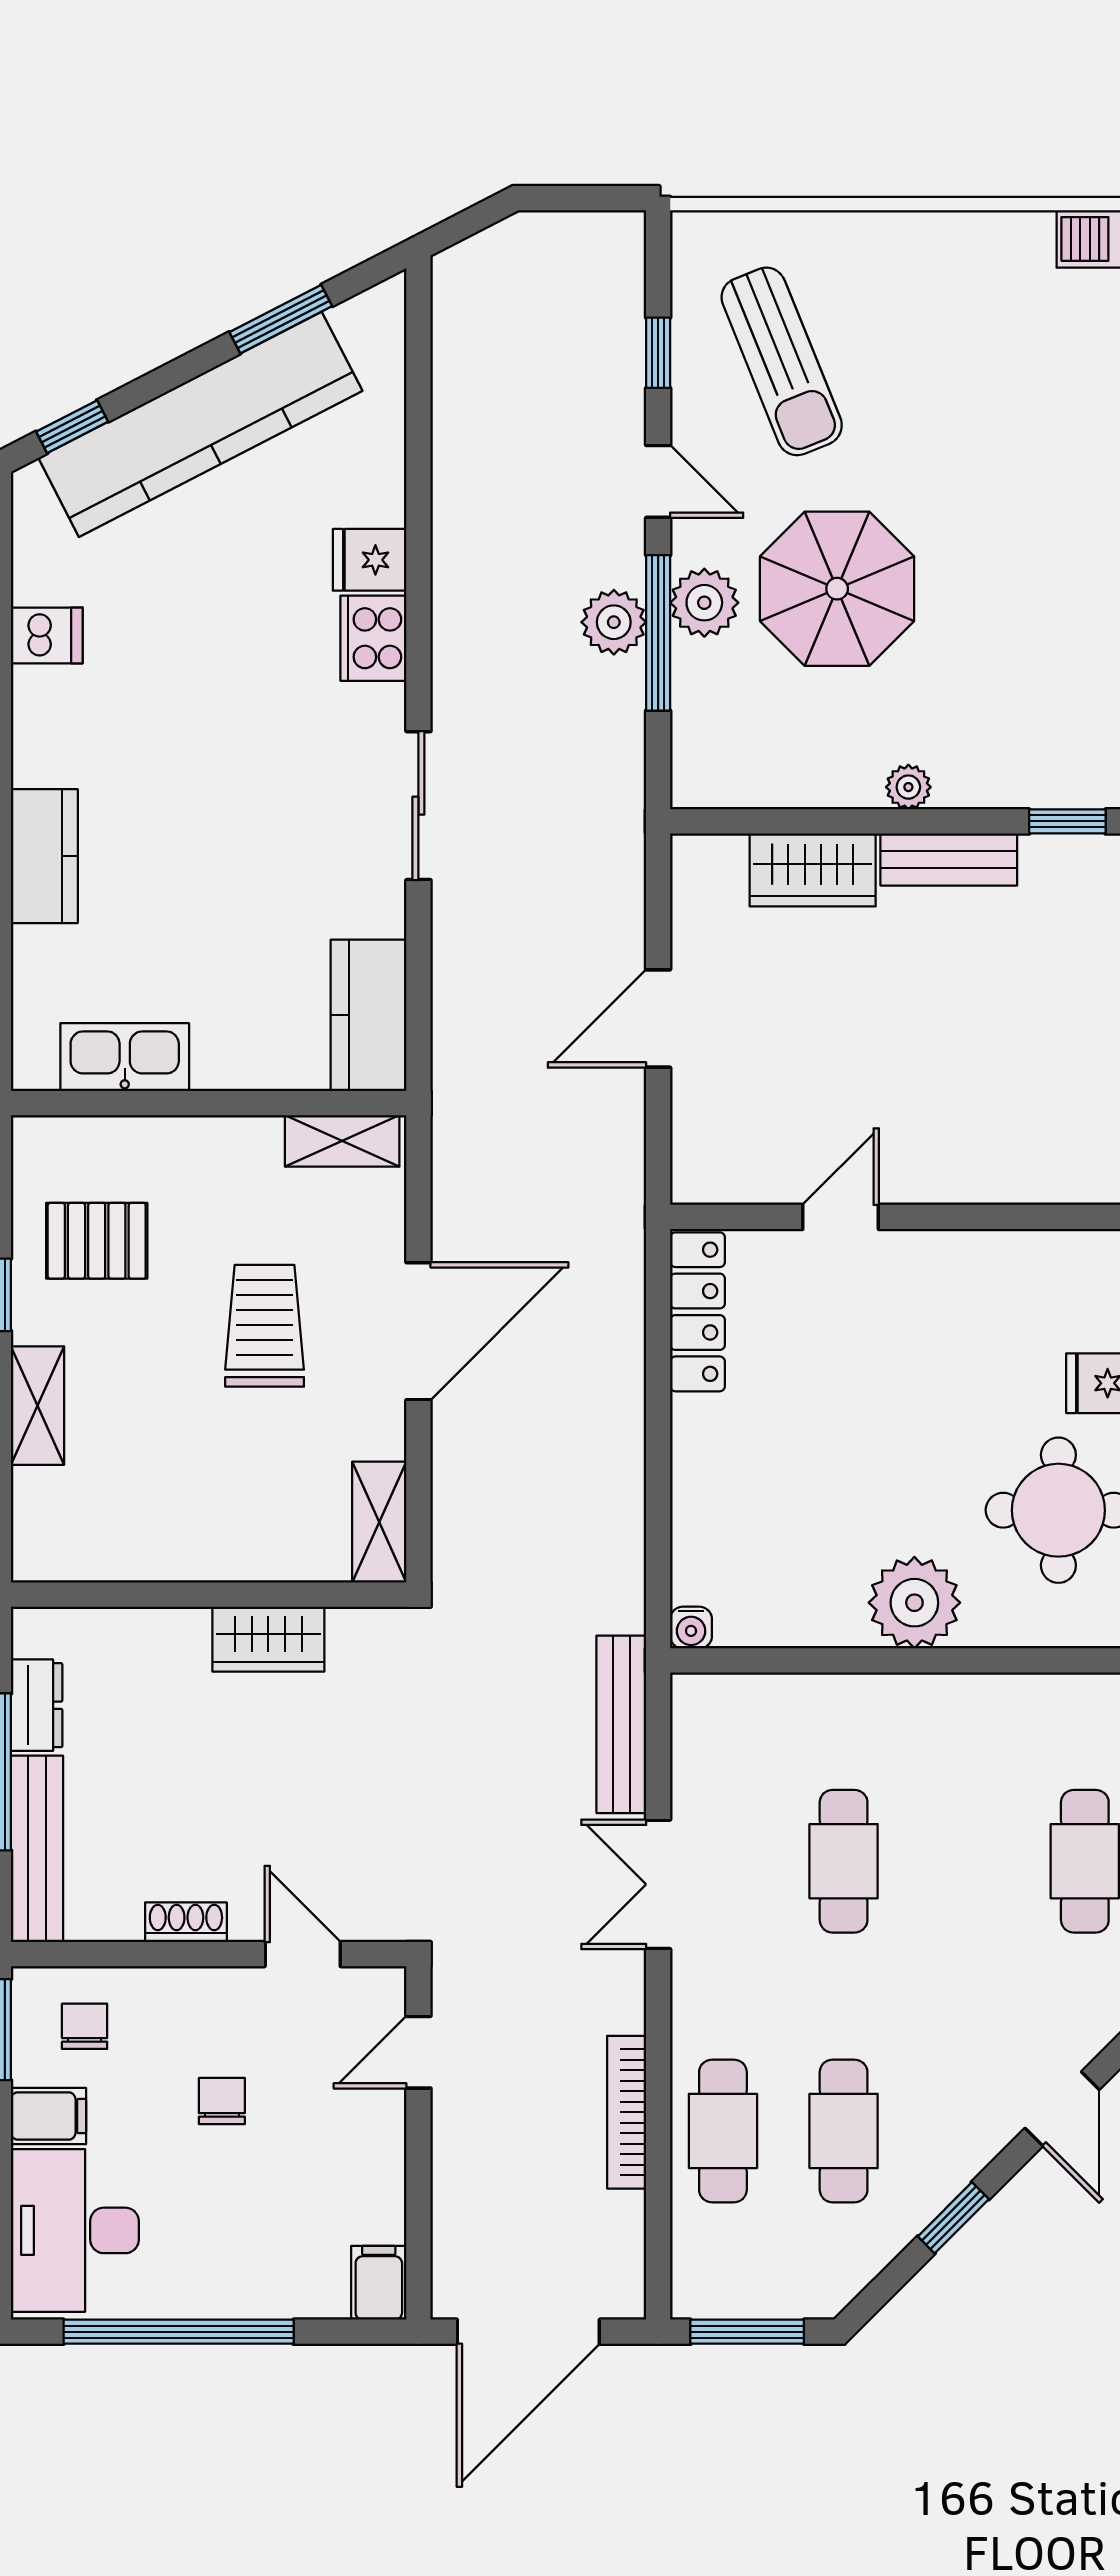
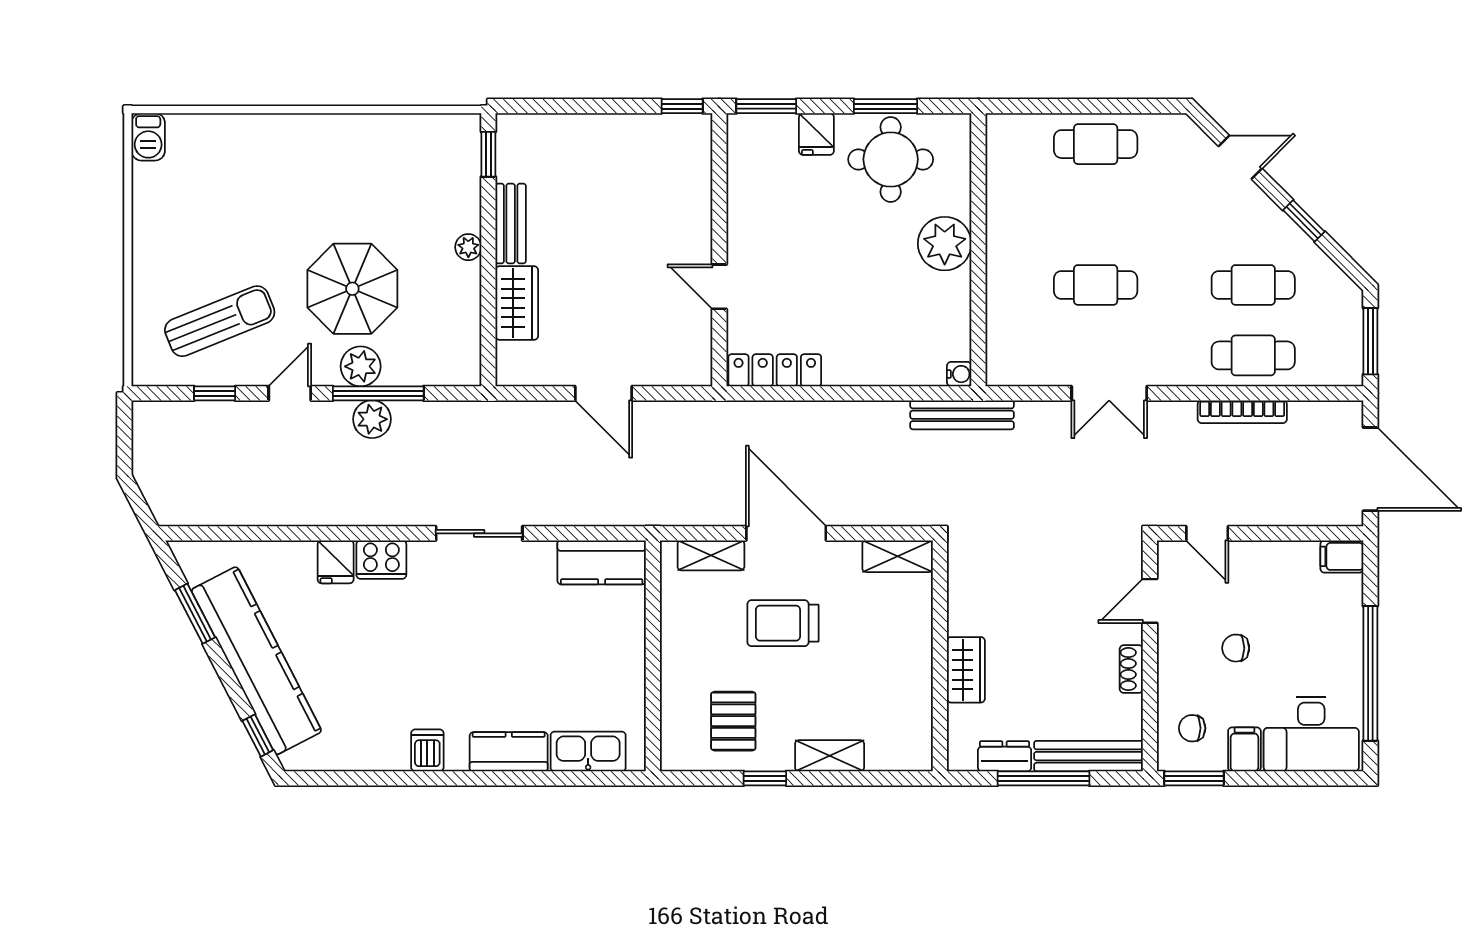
dishwasher: (47, 635) -> (427, 750), moved
kitchen sink: (125, 1057) -> (588, 751), moved, turned 90
shelving: (342, 1141) -> (711, 555), moved, turned 90
wardrobe: (268, 1639) -> (966, 670), moved
bench: (621, 1724) -> (962, 415), moved

